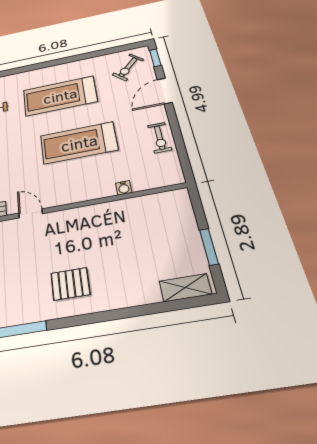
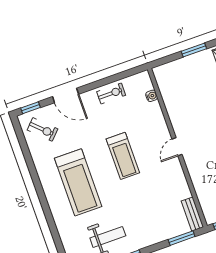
treadmill: (79, 143) -> (123, 156), width x0.73, depth x0.73
water cooler: (124, 188) -> (152, 96), moved
door: (31, 213) -> (177, 147), moved

